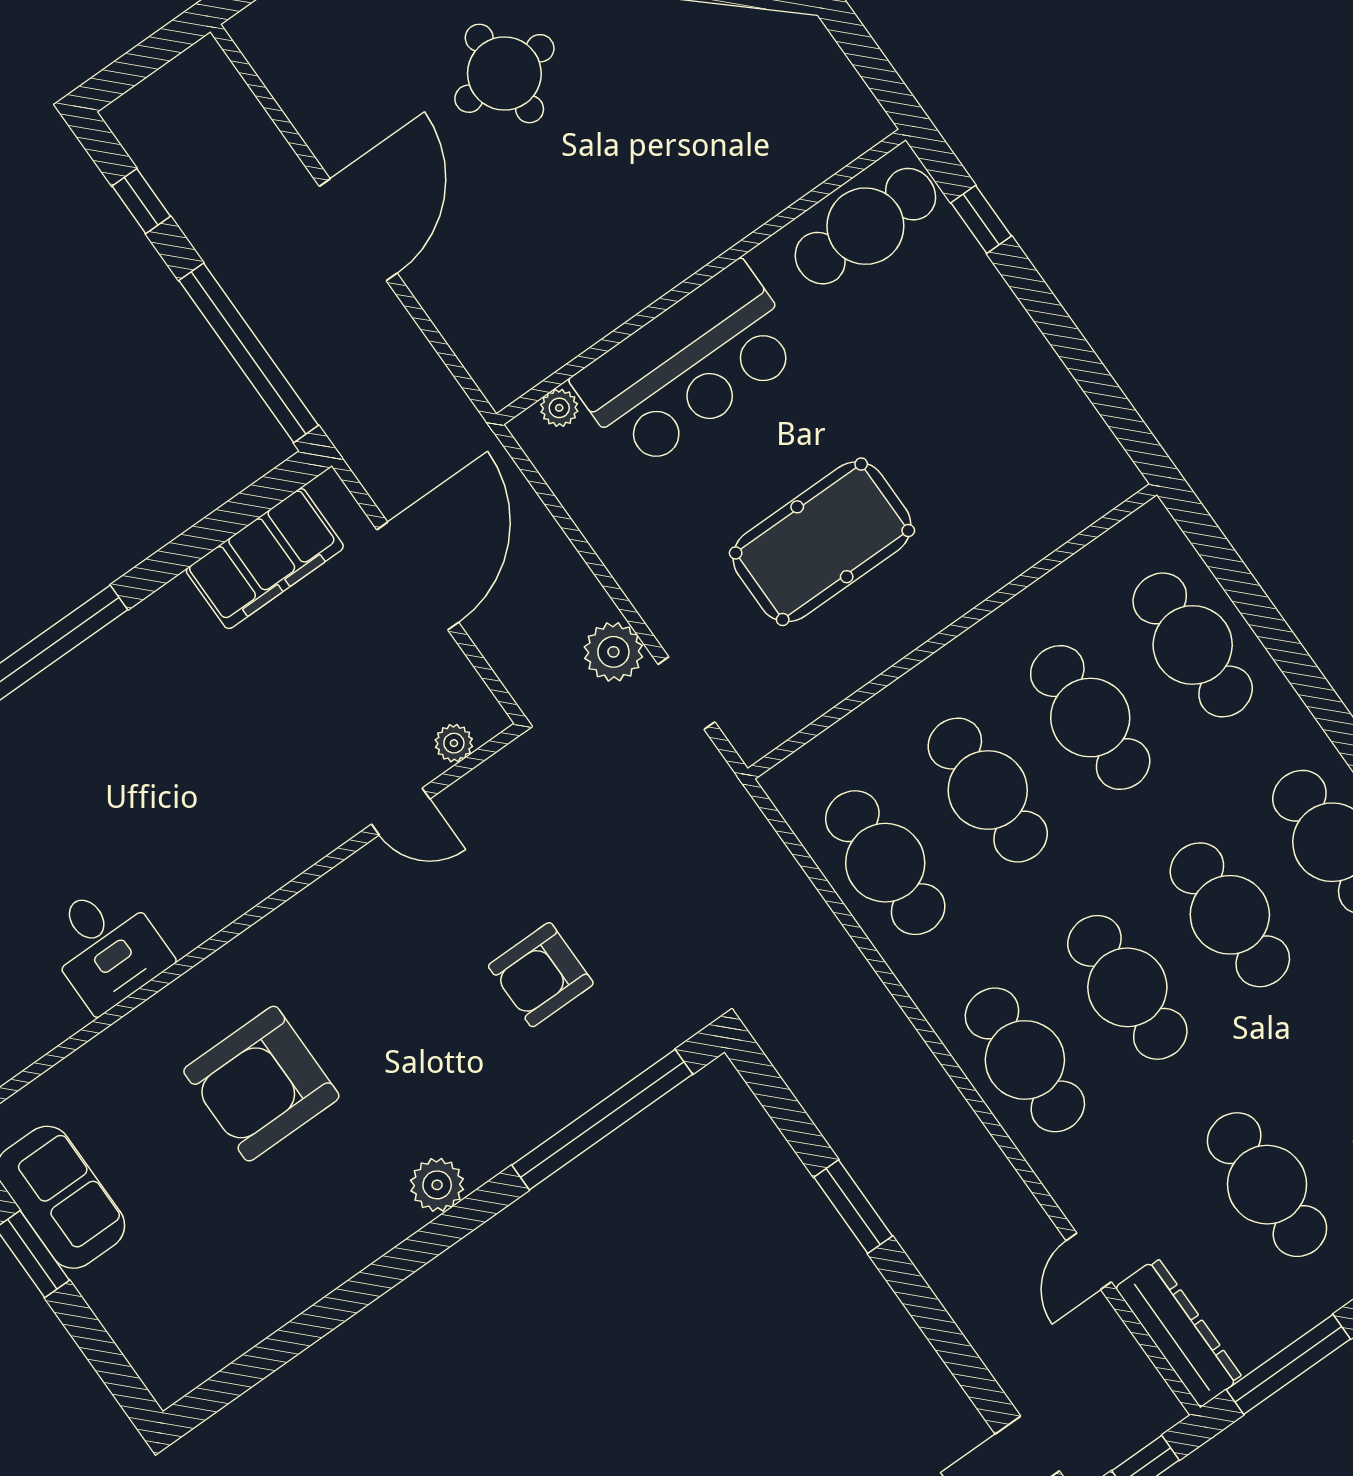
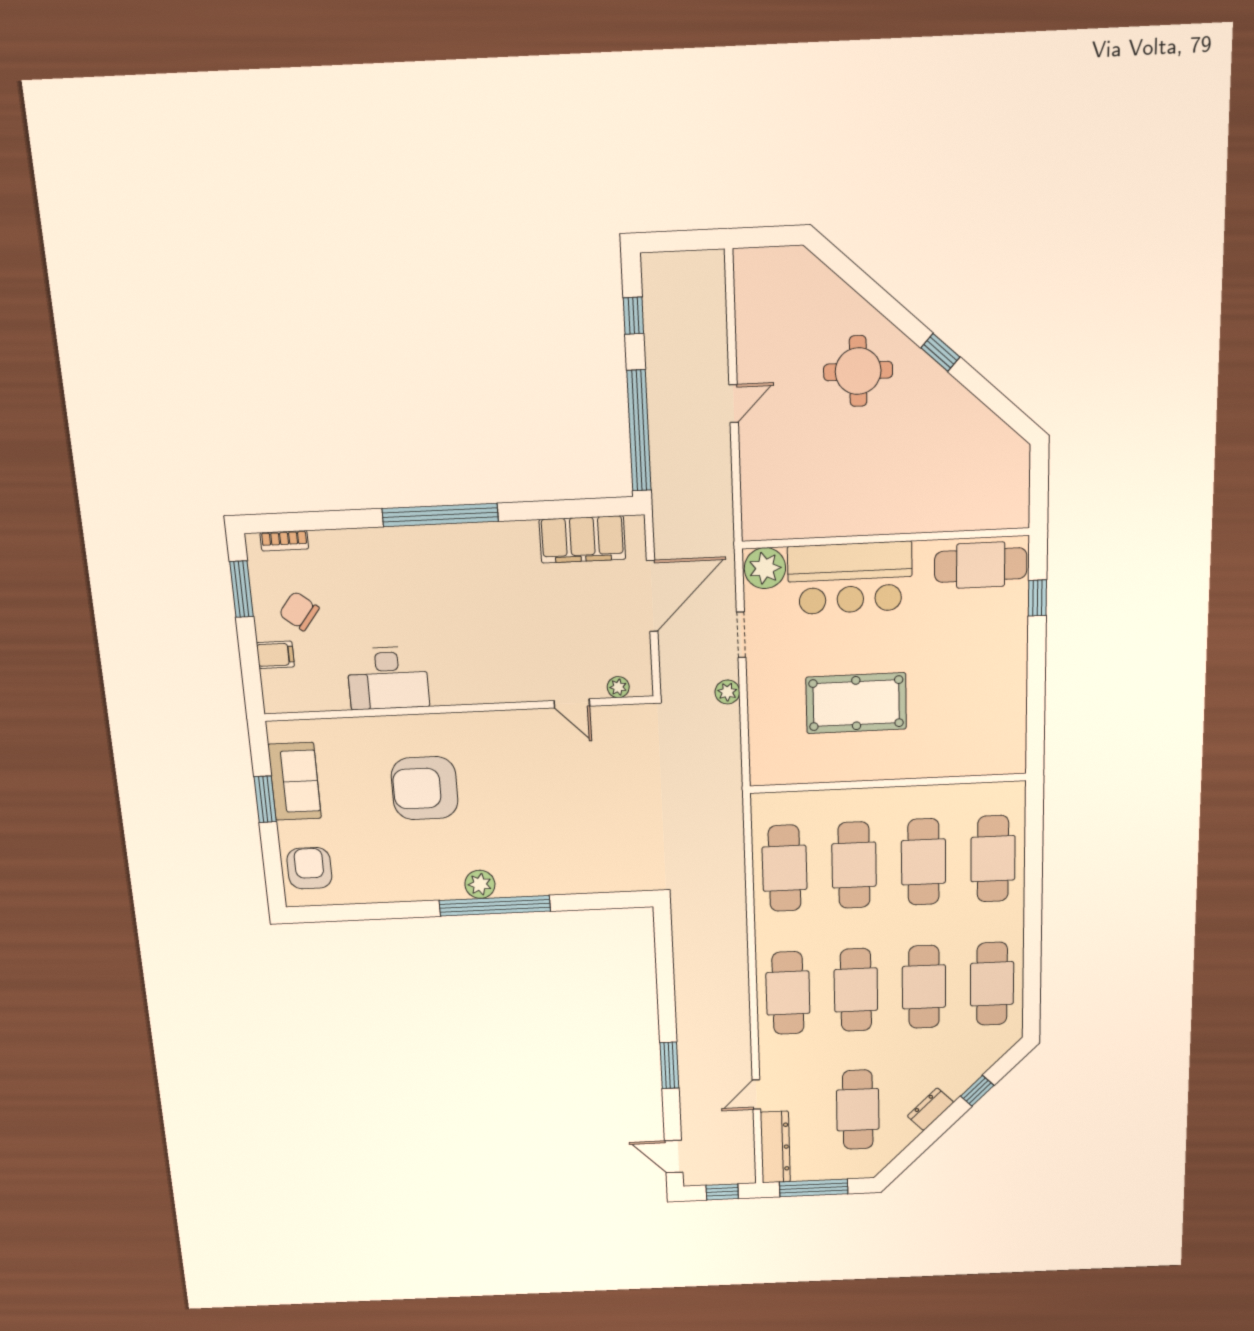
door: (358, 230) -> (734, 403), width x0.53
plant: (559, 408) -> (765, 568), width x1.87, depth x1.87
plant: (613, 652) -> (727, 692), width x0.73, depth x0.73
doorway: (686, 693) -> (741, 635), moved
desk: (106, 946) -> (388, 678), width x1.37
armchair: (541, 975) -> (309, 868), moved, turned 90
window: (602, 1120) -> (495, 906), moved
window: (853, 1207) -> (669, 1065), moved

